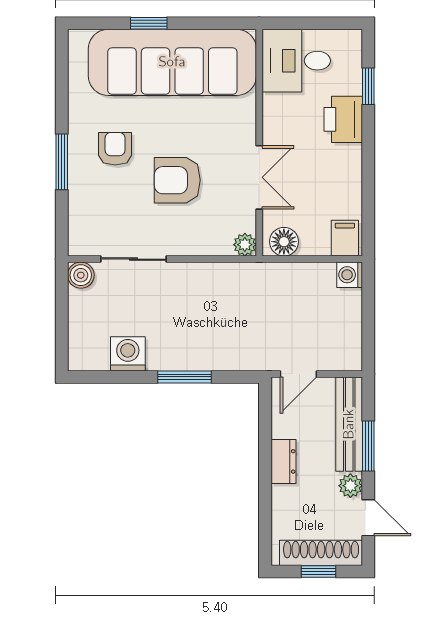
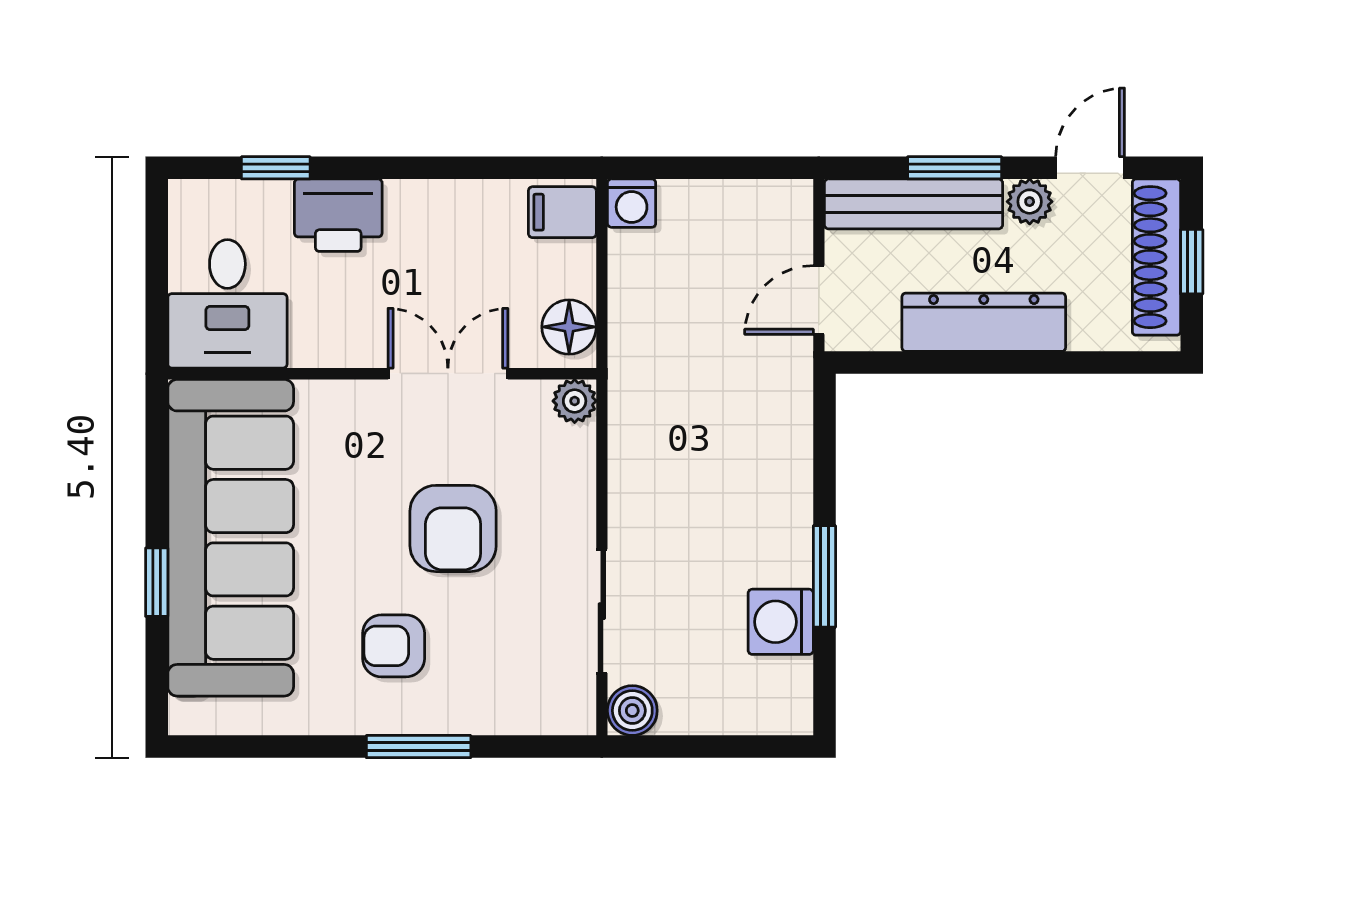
door: (298, 374) -> (819, 300), swing flipped
window: (185, 377) -> (824, 576), moved
dresser: (283, 461) -> (984, 322), width x1.96, depth x1.24

